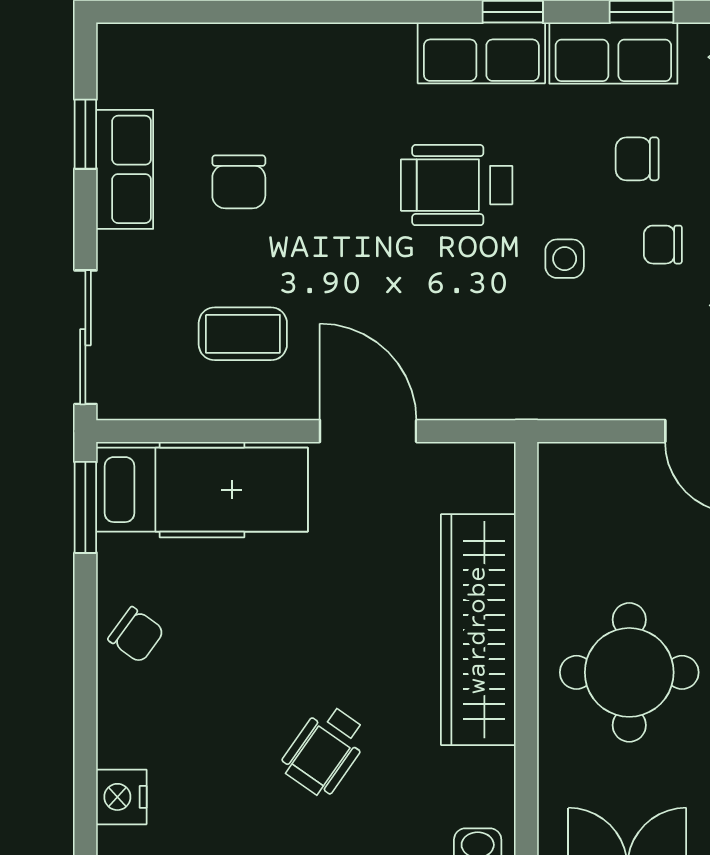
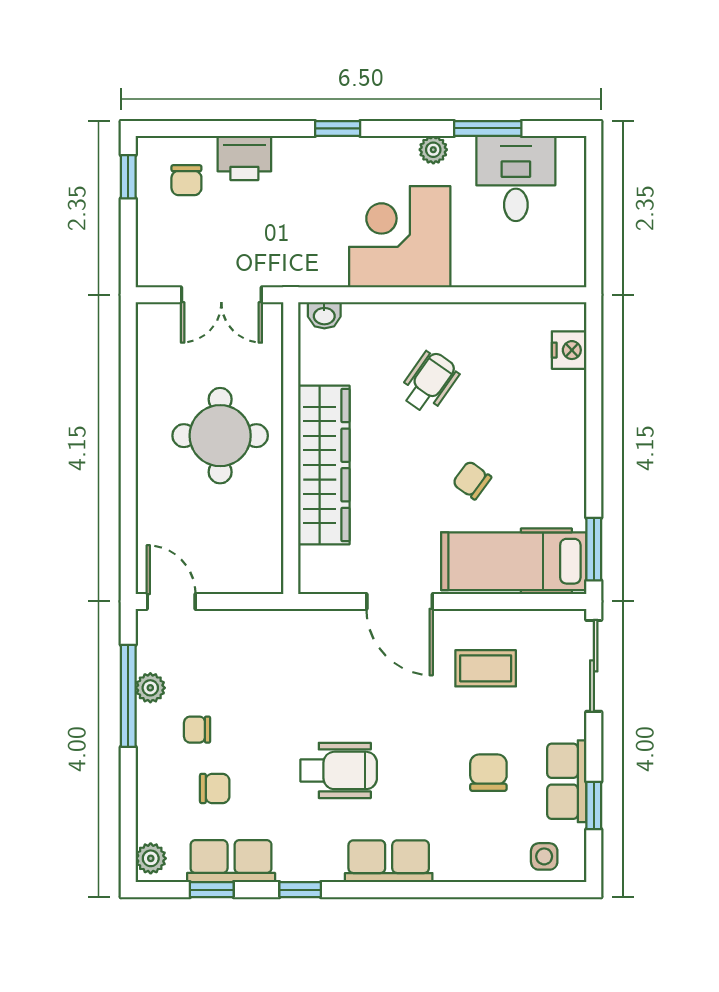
row of seats: (481, 53) -> (389, 861), moved
chair: (663, 245) -> (197, 730), turned 180
side table: (565, 259) -> (544, 856), moved
chair: (136, 635) -> (472, 480), moved

